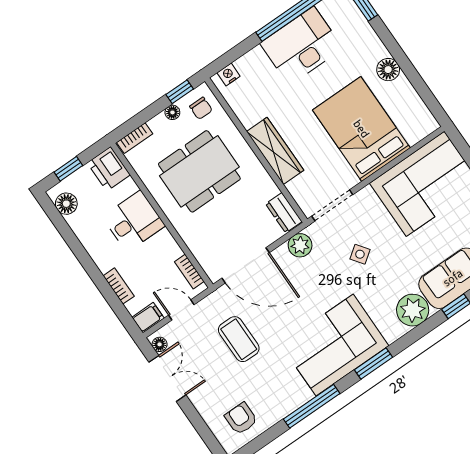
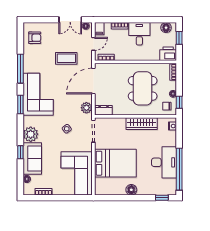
wardrobe: (275, 151) -> (142, 124), moved
desk: (134, 221) -> (139, 34), moved, turned 180

